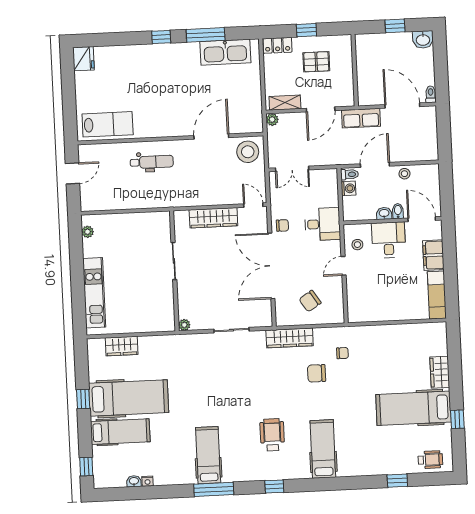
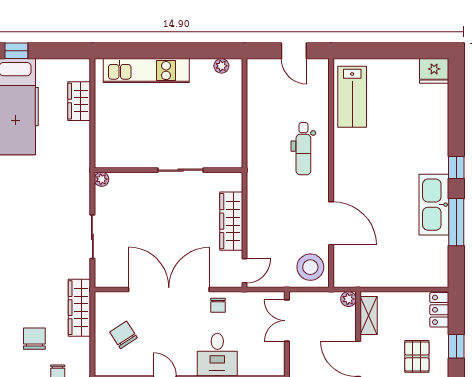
kitchen sink: (225, 52) -> (434, 205), moved

